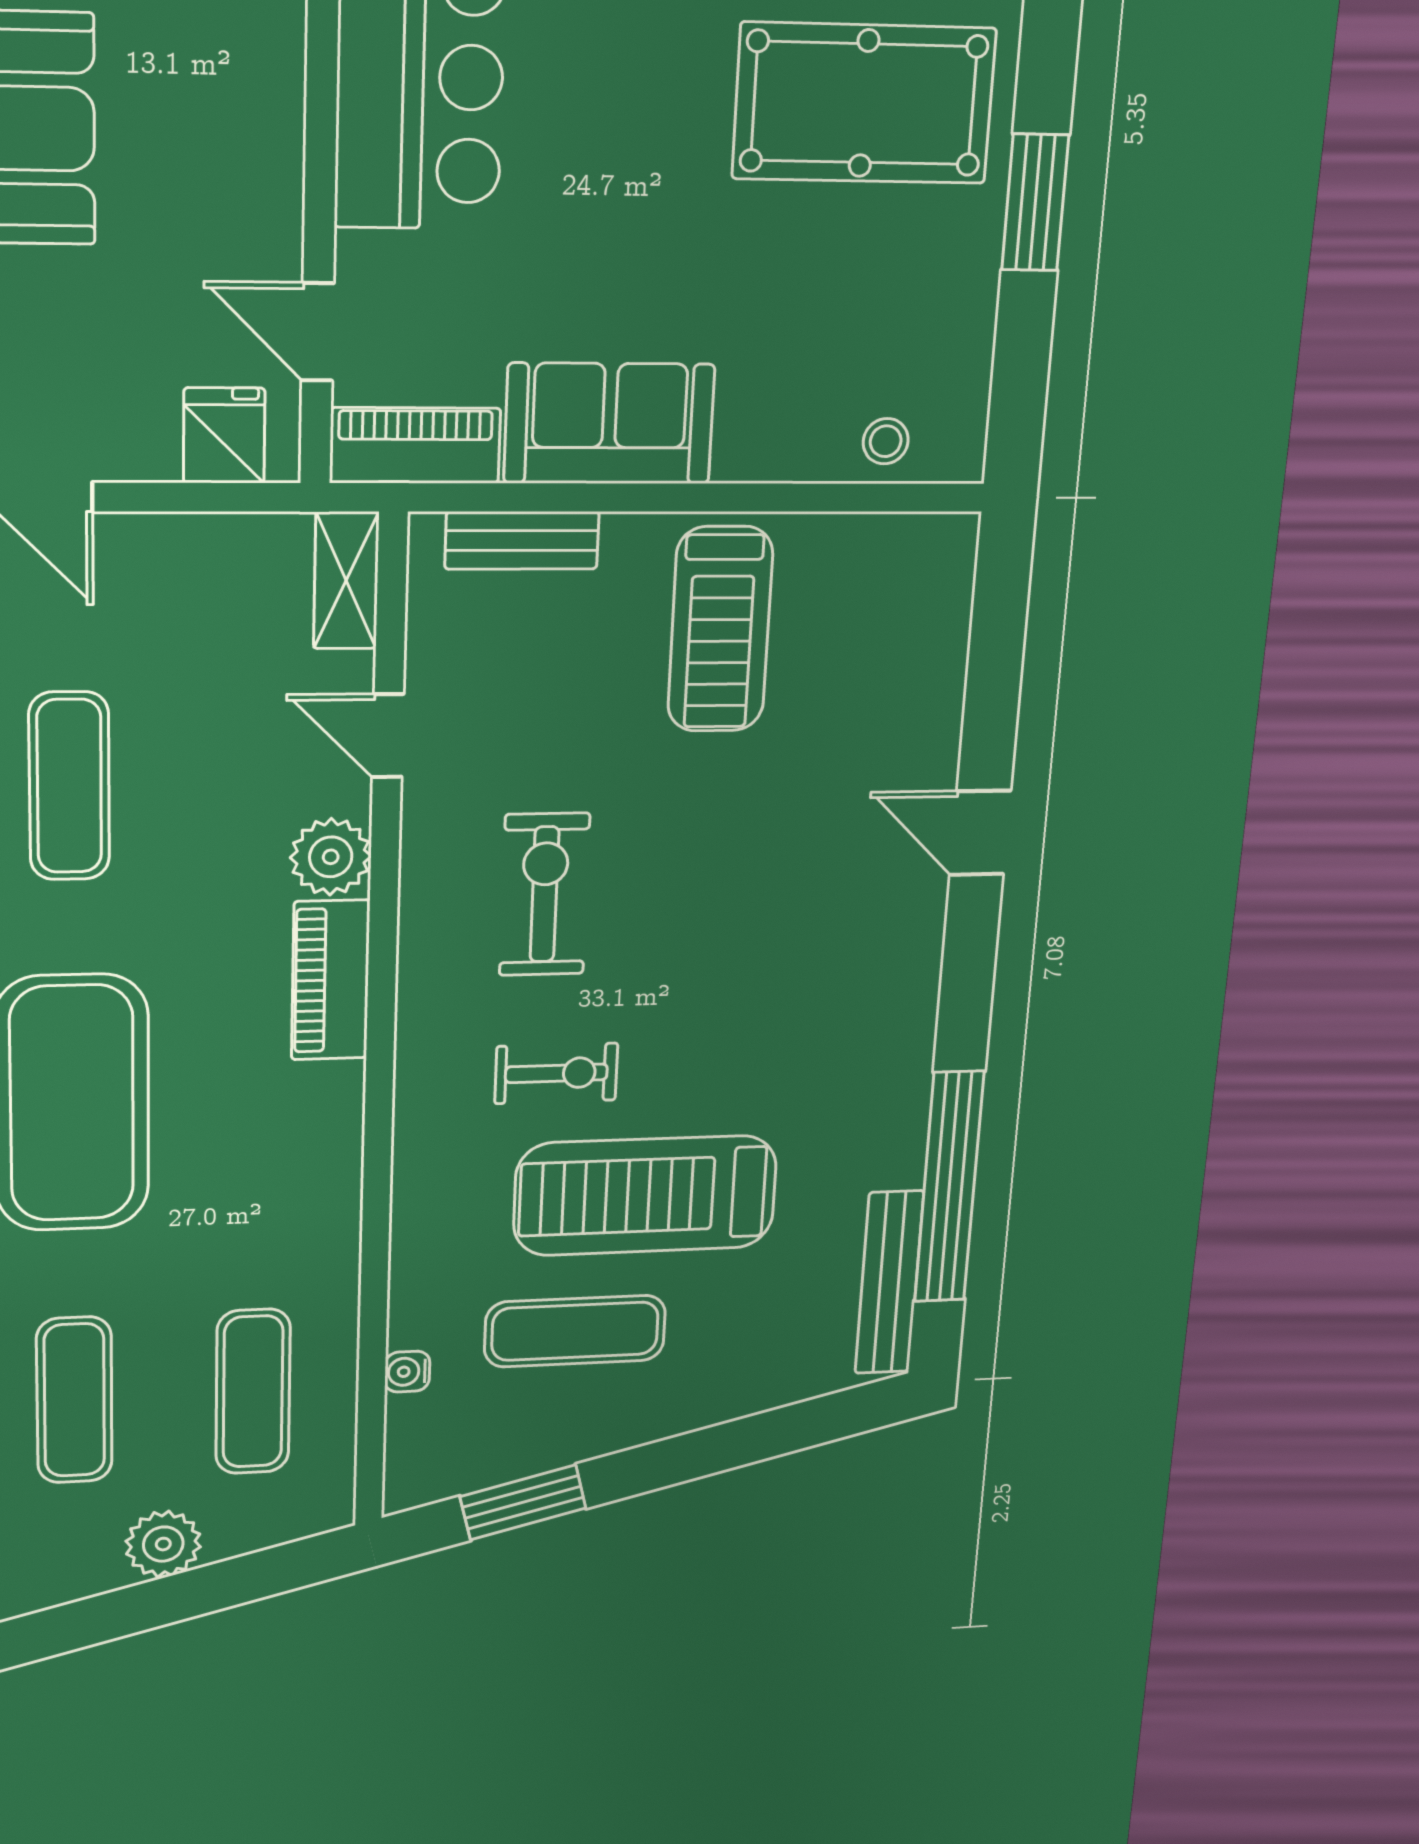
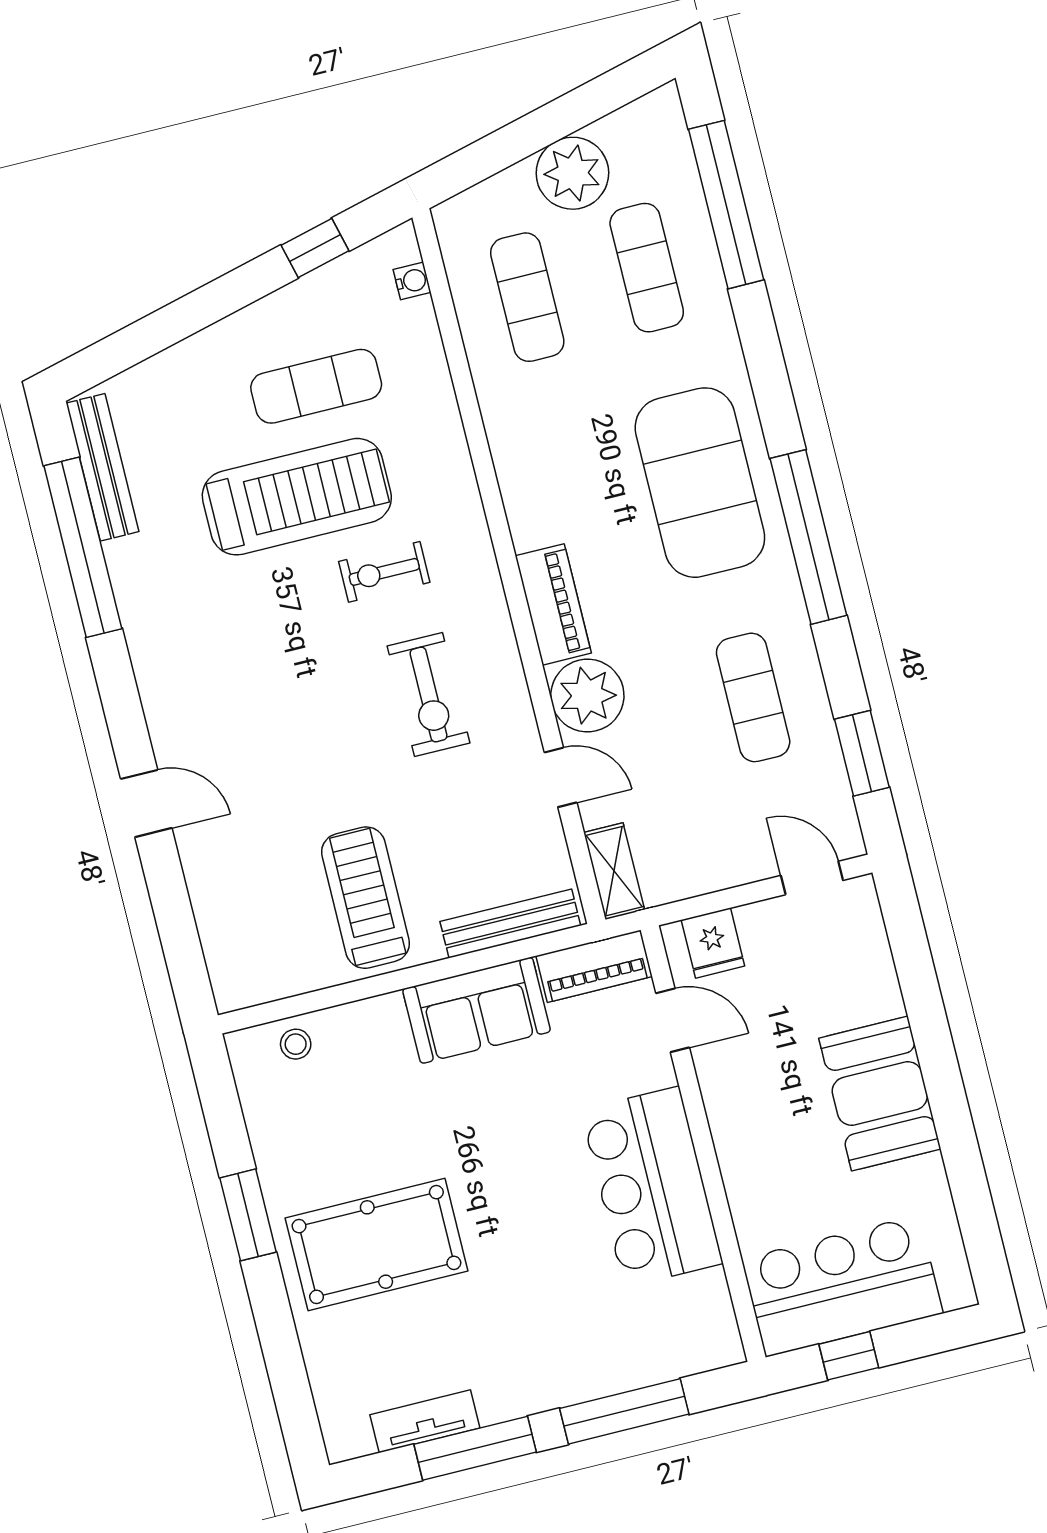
bench: (522, 540) -> (510, 924), width x1.36
plant: (331, 857) -> (587, 696), width x1.36, depth x1.36
water cooler: (407, 1372) -> (412, 281), moved
window: (523, 1502) -> (315, 248), width x0.67
plant: (163, 1544) -> (572, 173), width x1.36, depth x1.36

